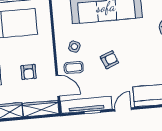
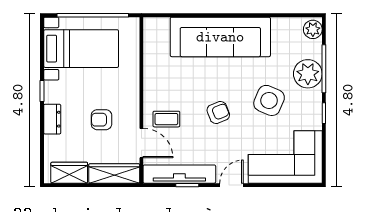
side table: (74, 47) -> (269, 100), moved, width x1.87, depth x1.87
armchair: (29, 72) -> (101, 120), turned 90

